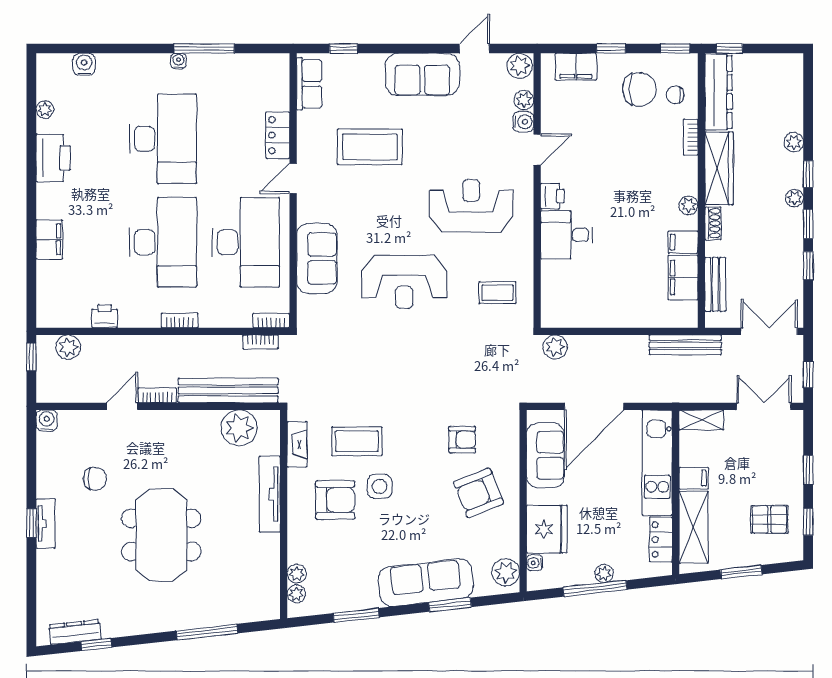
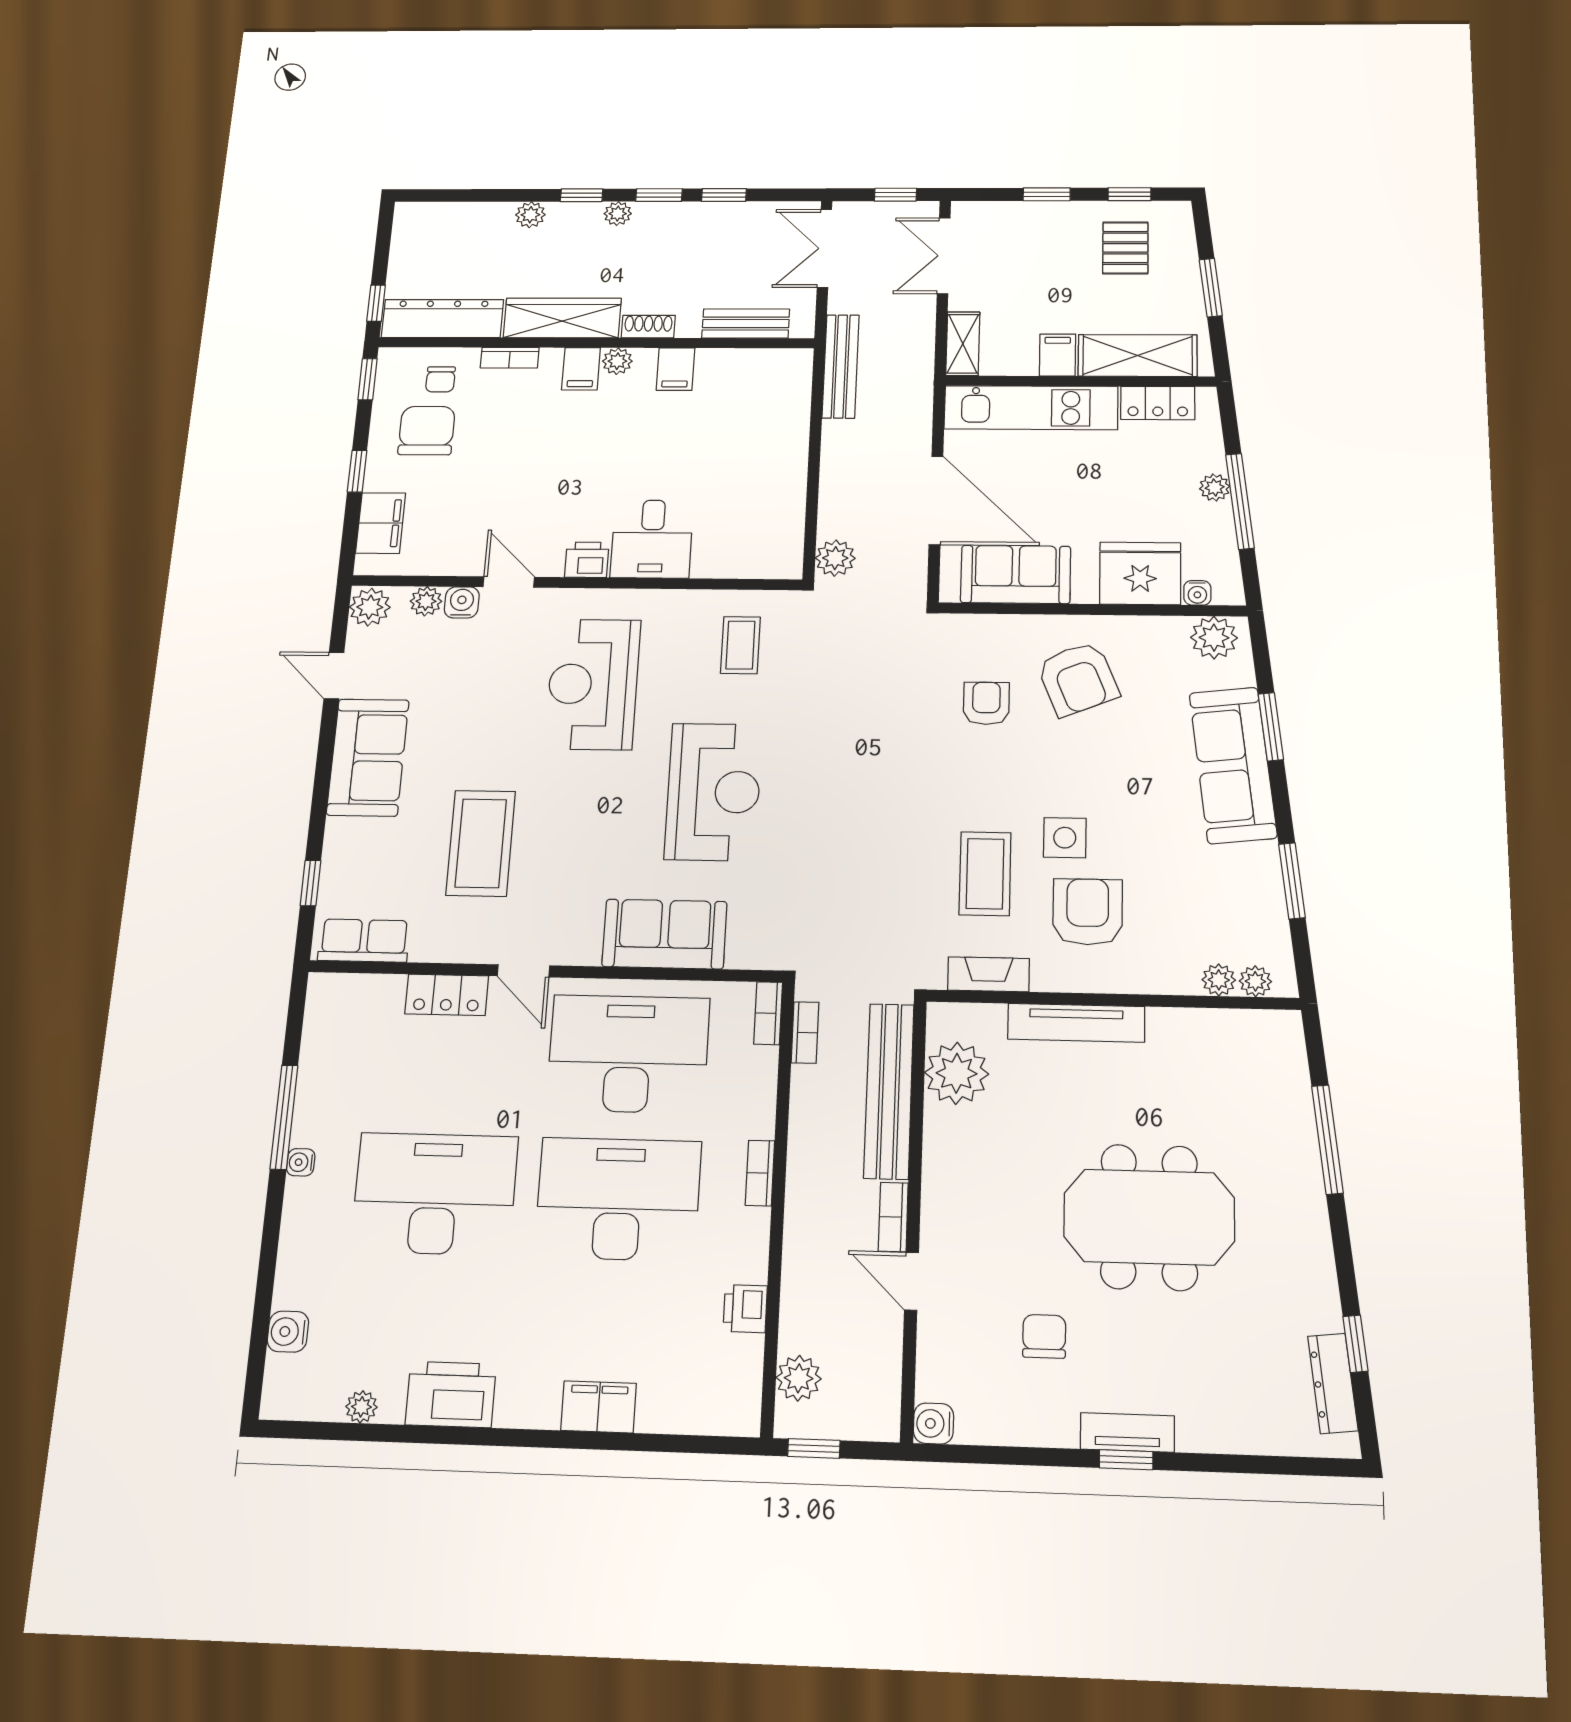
filing cabinet: (683, 278) -> (581, 369), moved, width x0.50

